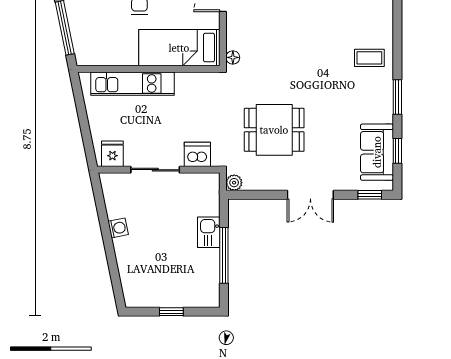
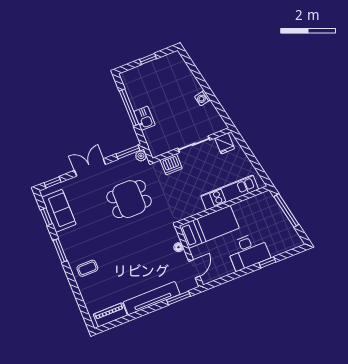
floor lamp: (233, 57) -> (178, 247), moved
window: (250, 195) -> (128, 152), added

